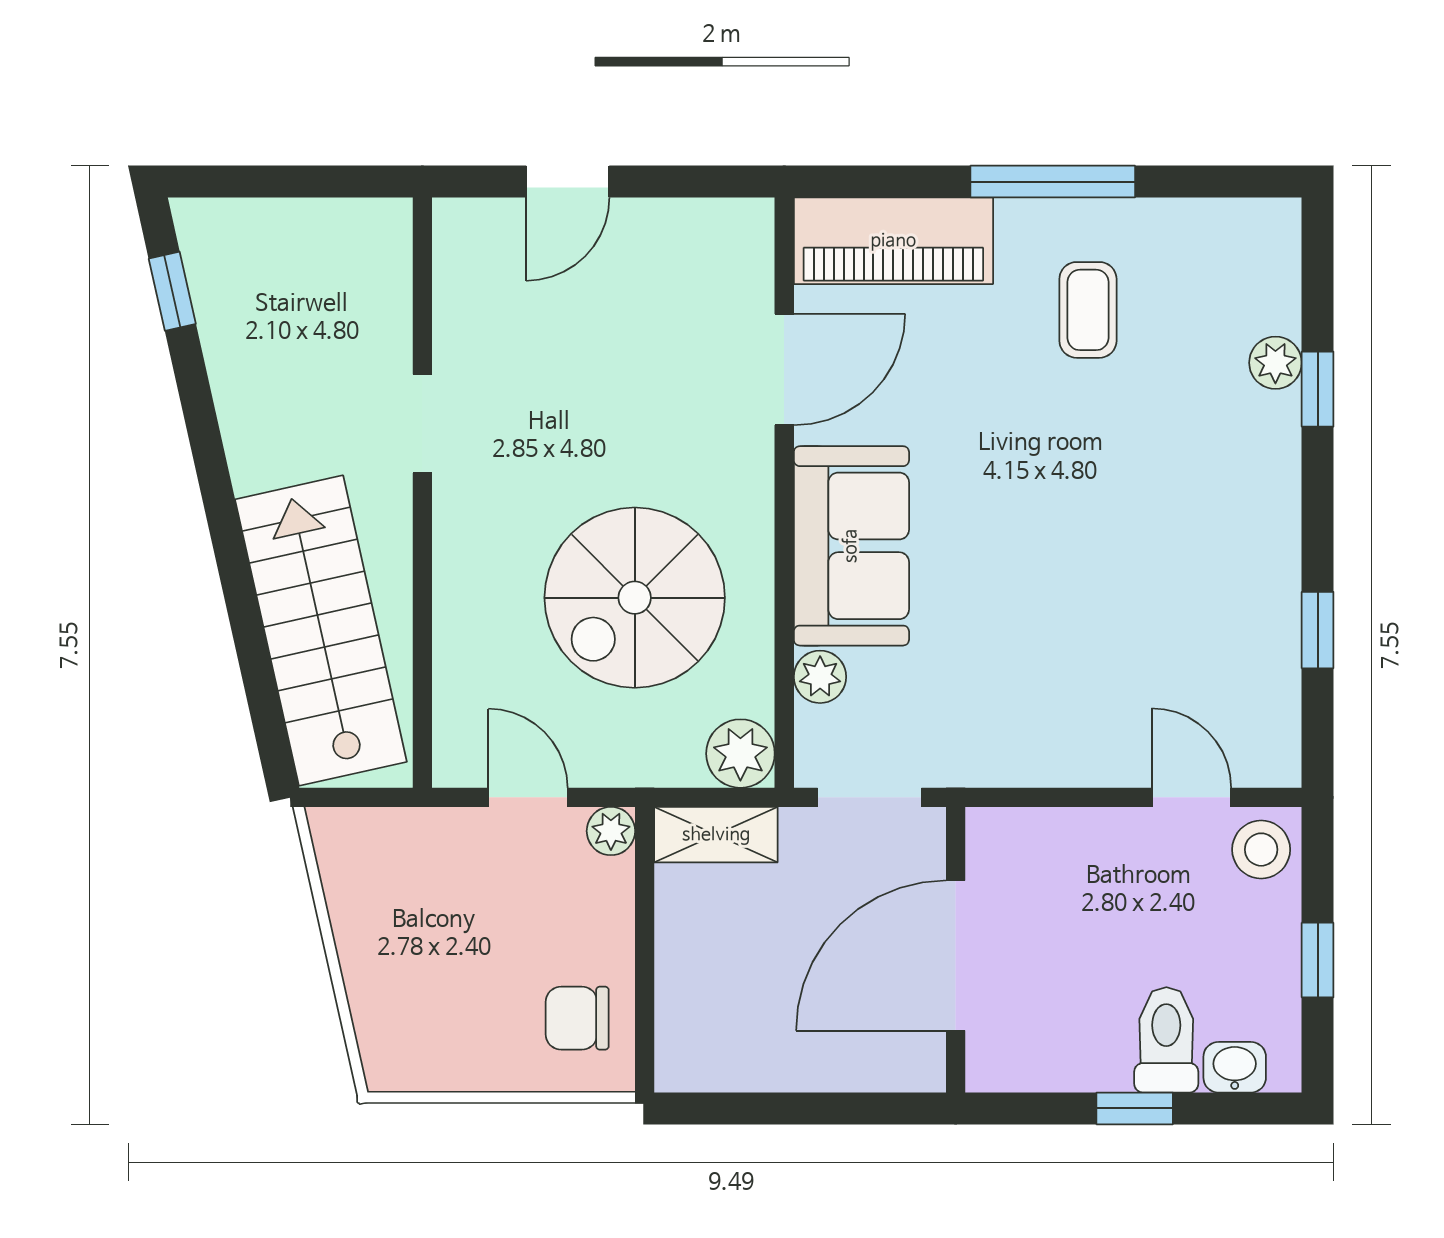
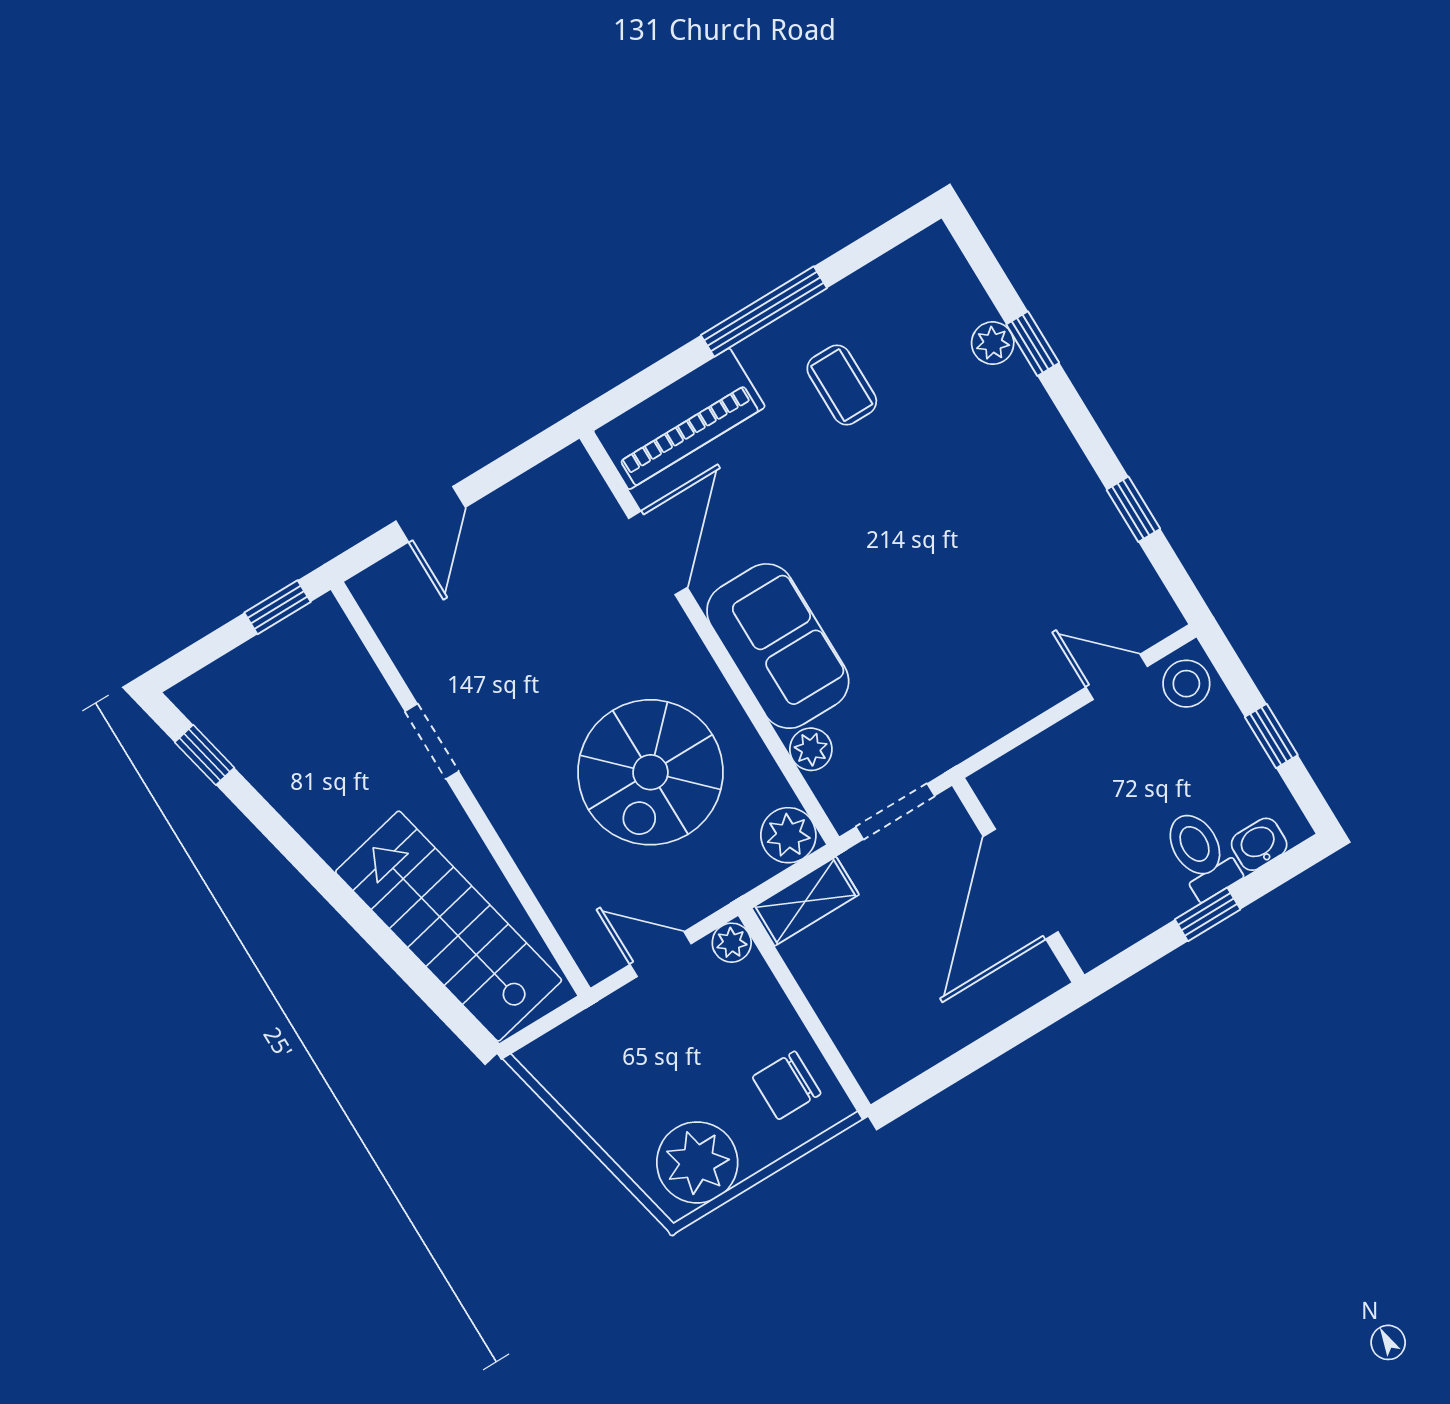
window: (345, 182) -> (278, 607), added
plant: (432, 1042) -> (697, 1162), added

